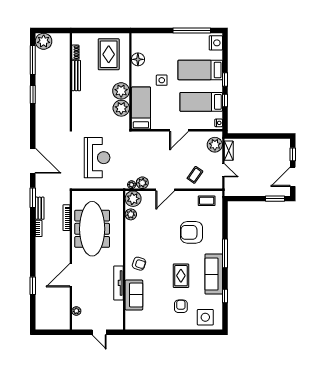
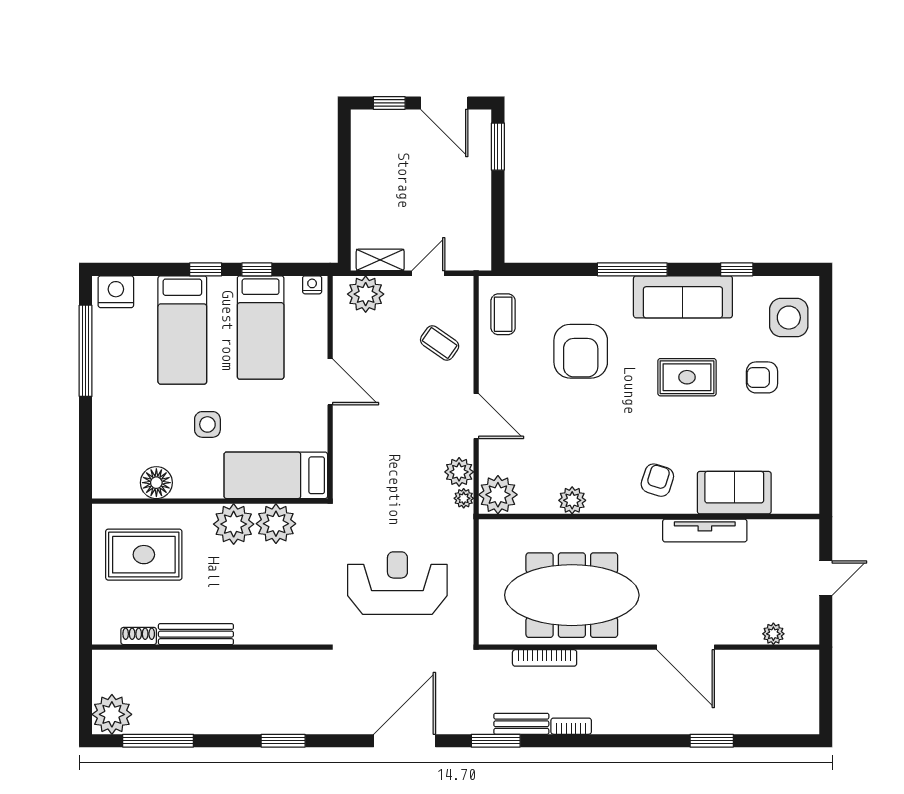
window: (33, 95) -> (283, 741), moved
plant: (131, 214) -> (572, 500), moved

